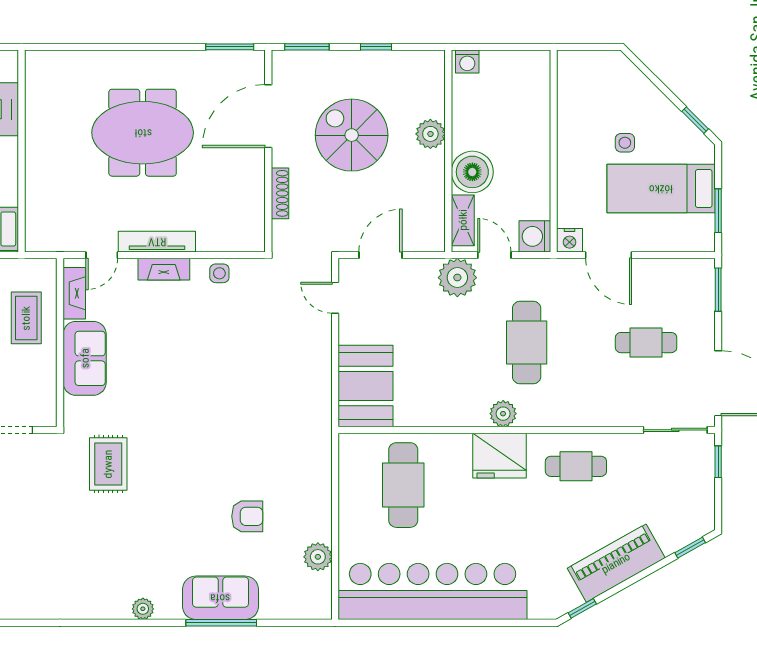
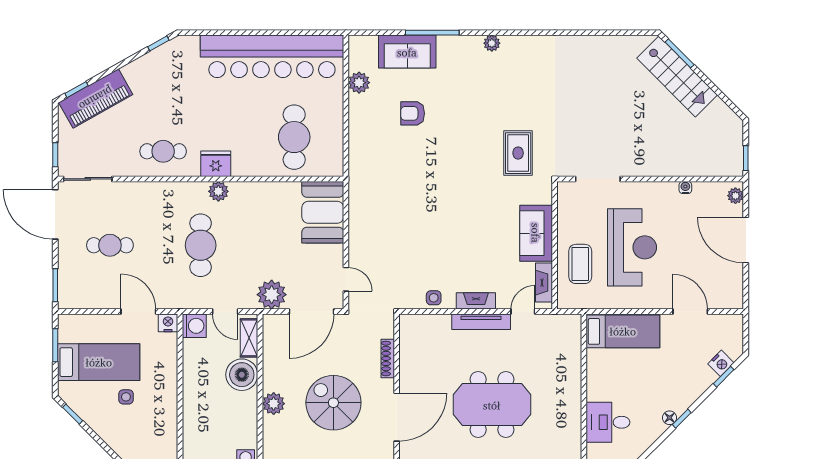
spiral stairs: (352, 135) -> (333, 403), turned 180
door: (380, 255) -> (311, 312), width x1.36
plant: (457, 278) -> (272, 295), moved
fridge: (500, 456) -> (216, 164), width x0.73, depth x0.75
piano: (616, 563) -> (96, 99), moved
sofa: (220, 598) -> (407, 52), moved

